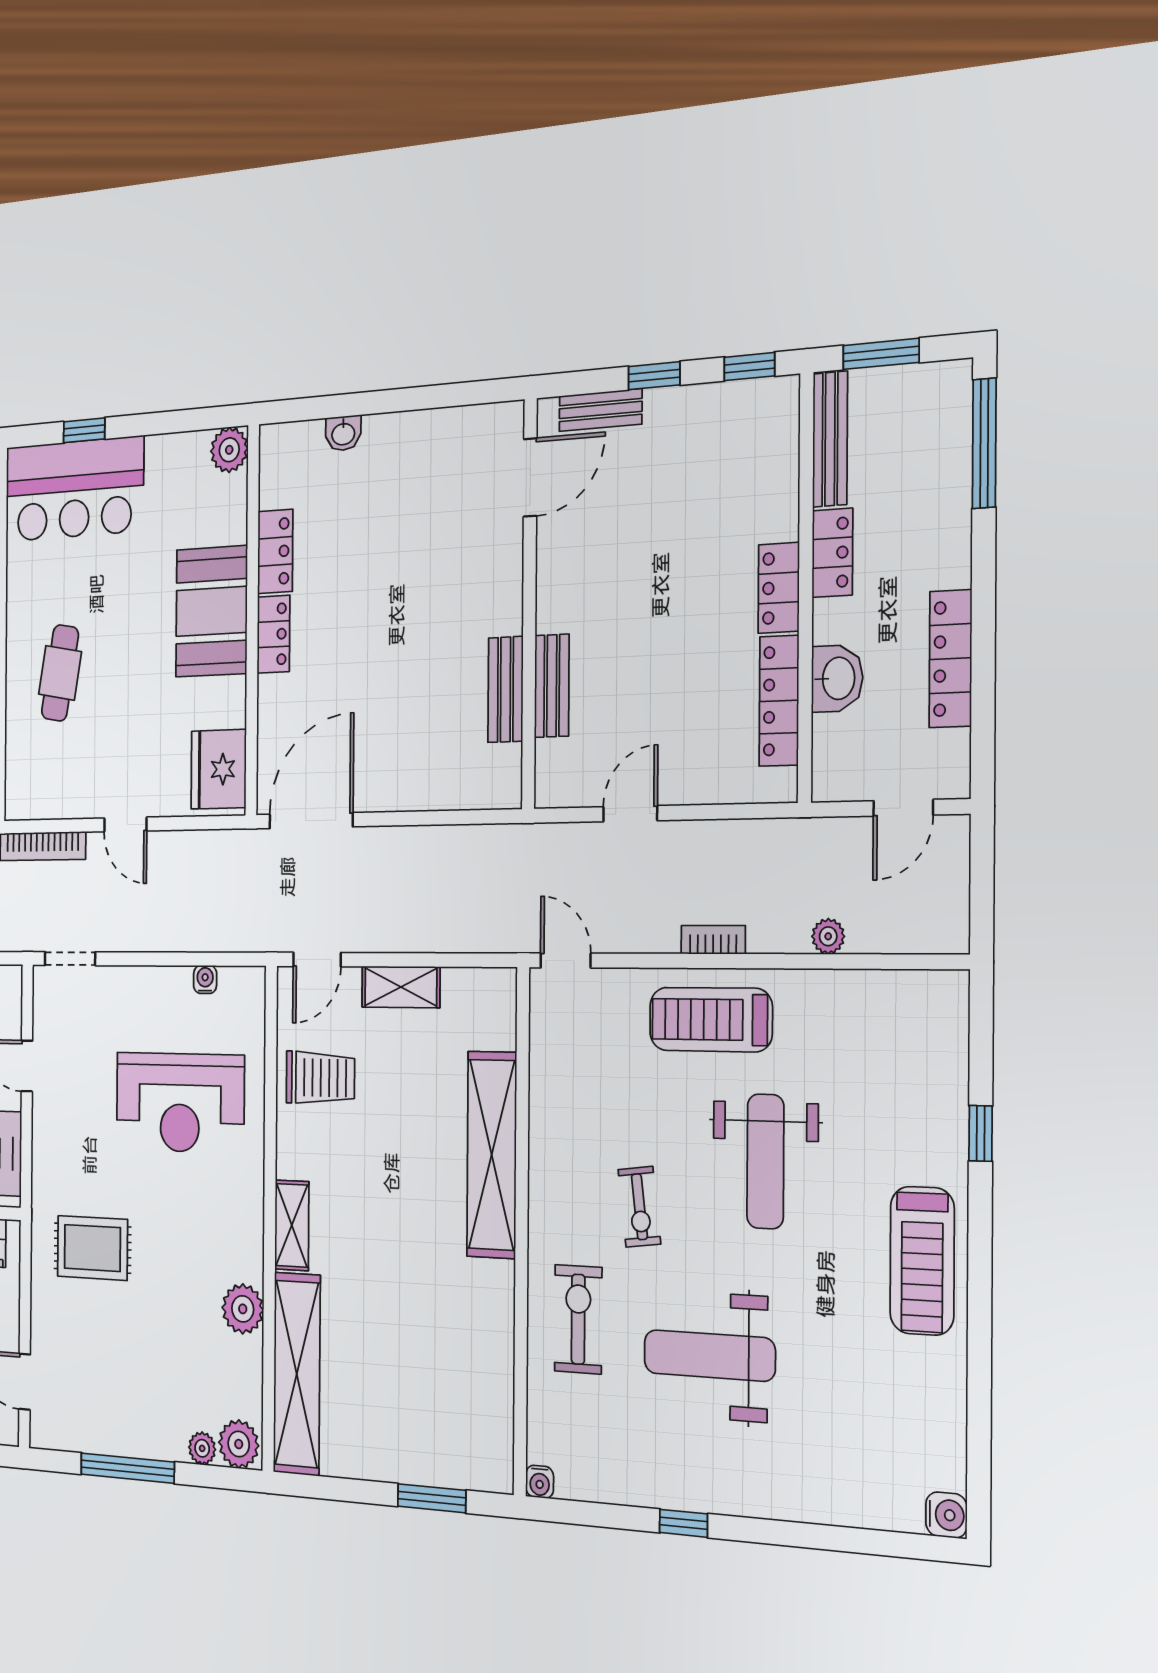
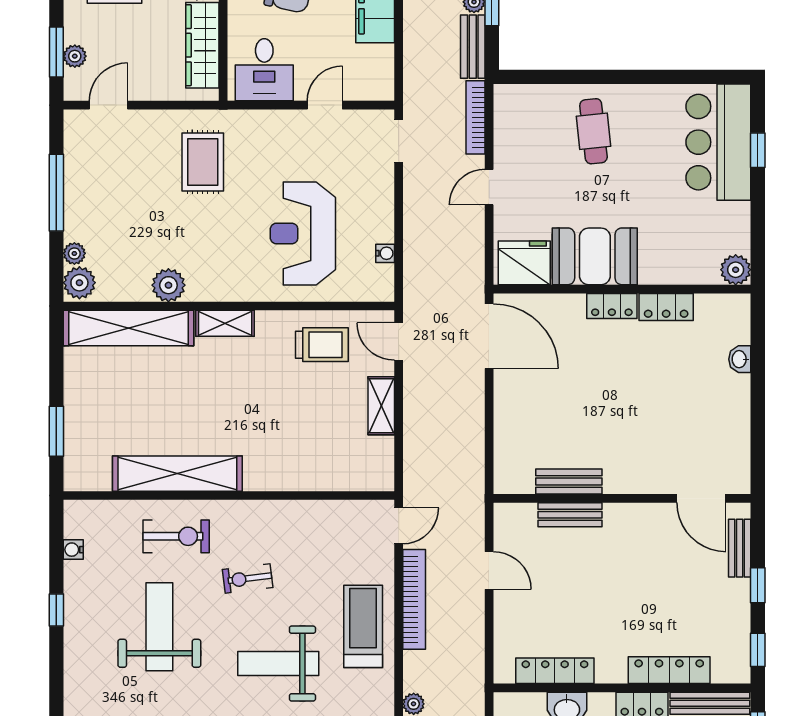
locker: (779, 588) -> (669, 670), moved, width x1.53
booth: (211, 611) -> (595, 256), moved
cafe table: (60, 673) -> (593, 131), turned 74
bookcase: (713, 940) -> (414, 599), width x2.31, depth x1.31
trolley: (320, 1078) -> (322, 345), turned -90
shelving: (492, 1155) -> (177, 474), moved
water cooler: (540, 1482) -> (73, 550), moved

